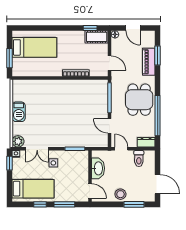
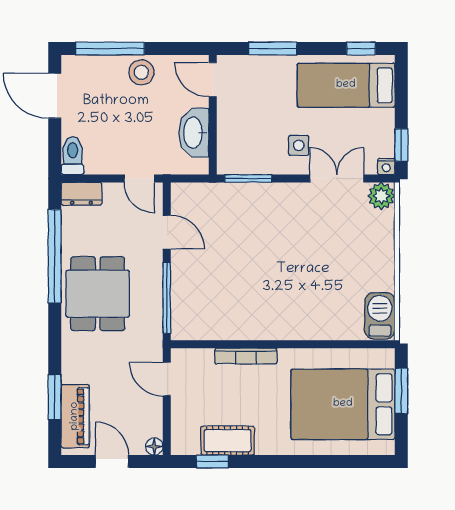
cot: (97, 37) -> (228, 441), moved
bed: (34, 47) -> (343, 404), width x1.50
piano: (149, 62) -> (75, 416), moved
barbecue: (19, 112) -> (380, 316), moved
toilet: (139, 159) -> (73, 156), moved
window: (40, 204) -> (361, 49), moved
window: (134, 204) -> (110, 49), width x1.44

